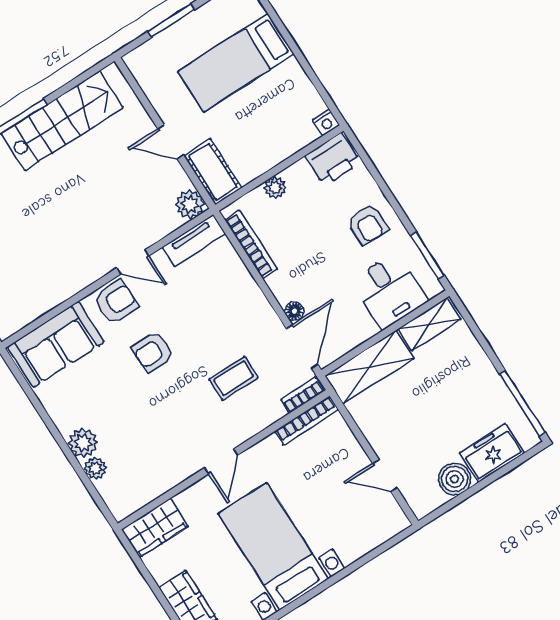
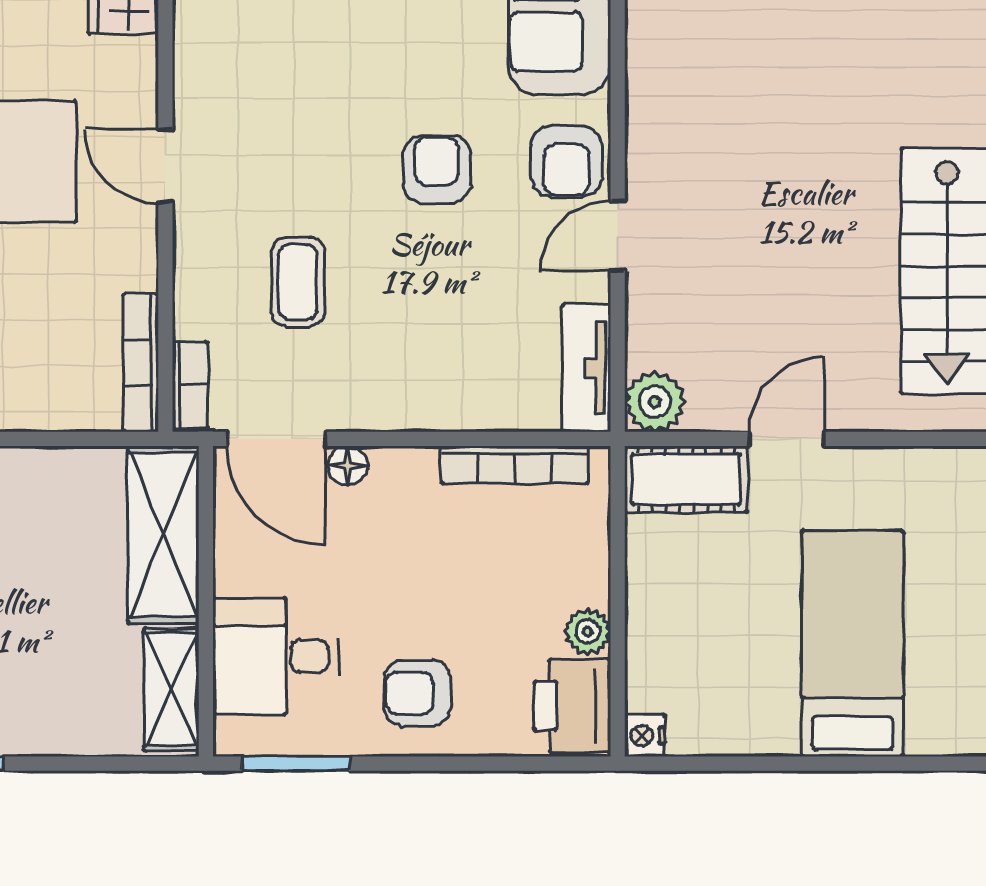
plant: (275, 187) -> (588, 632), moved

